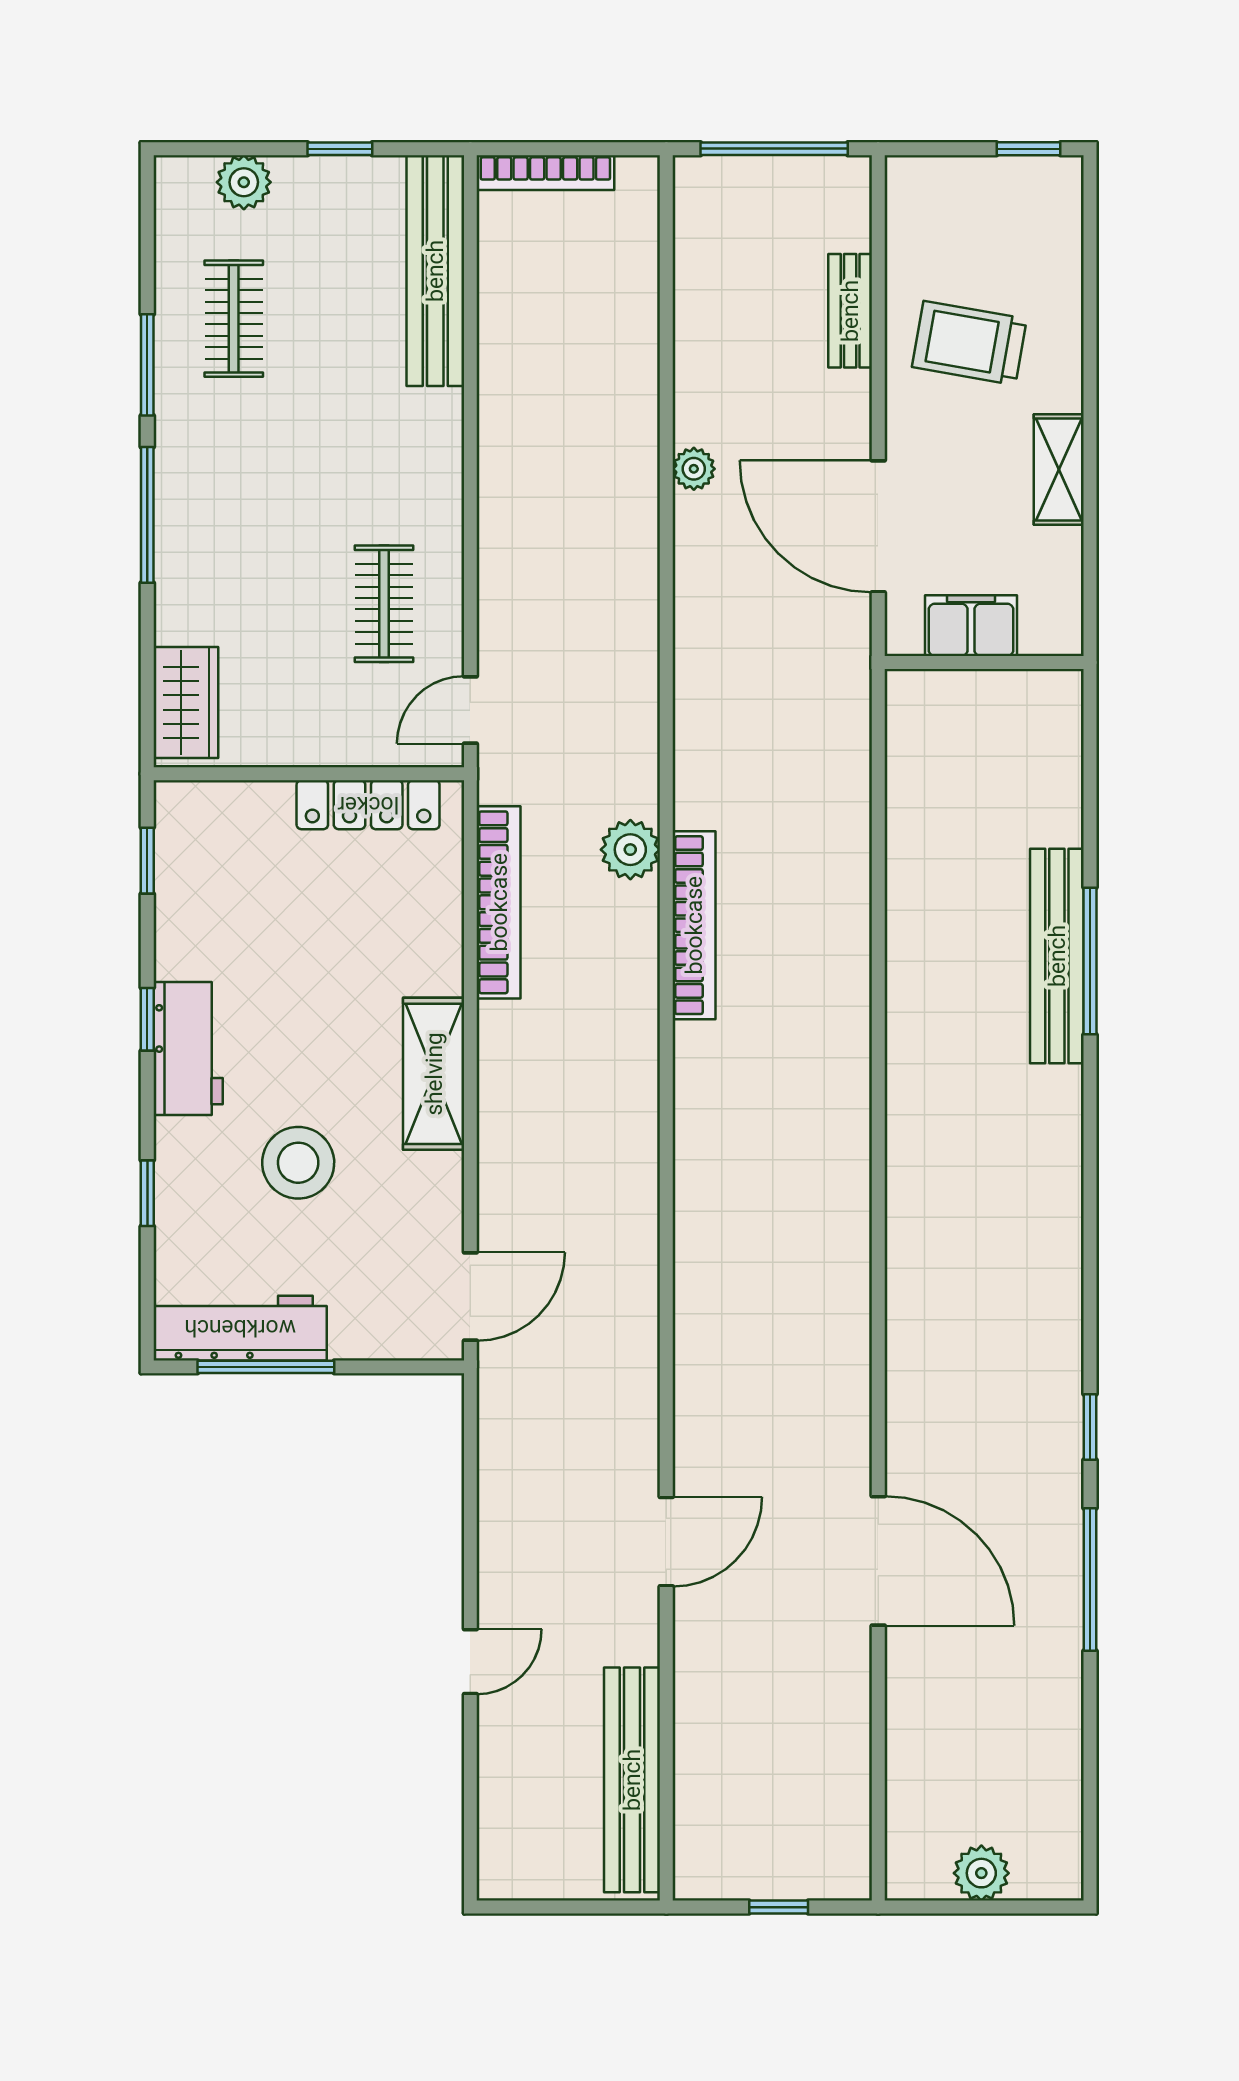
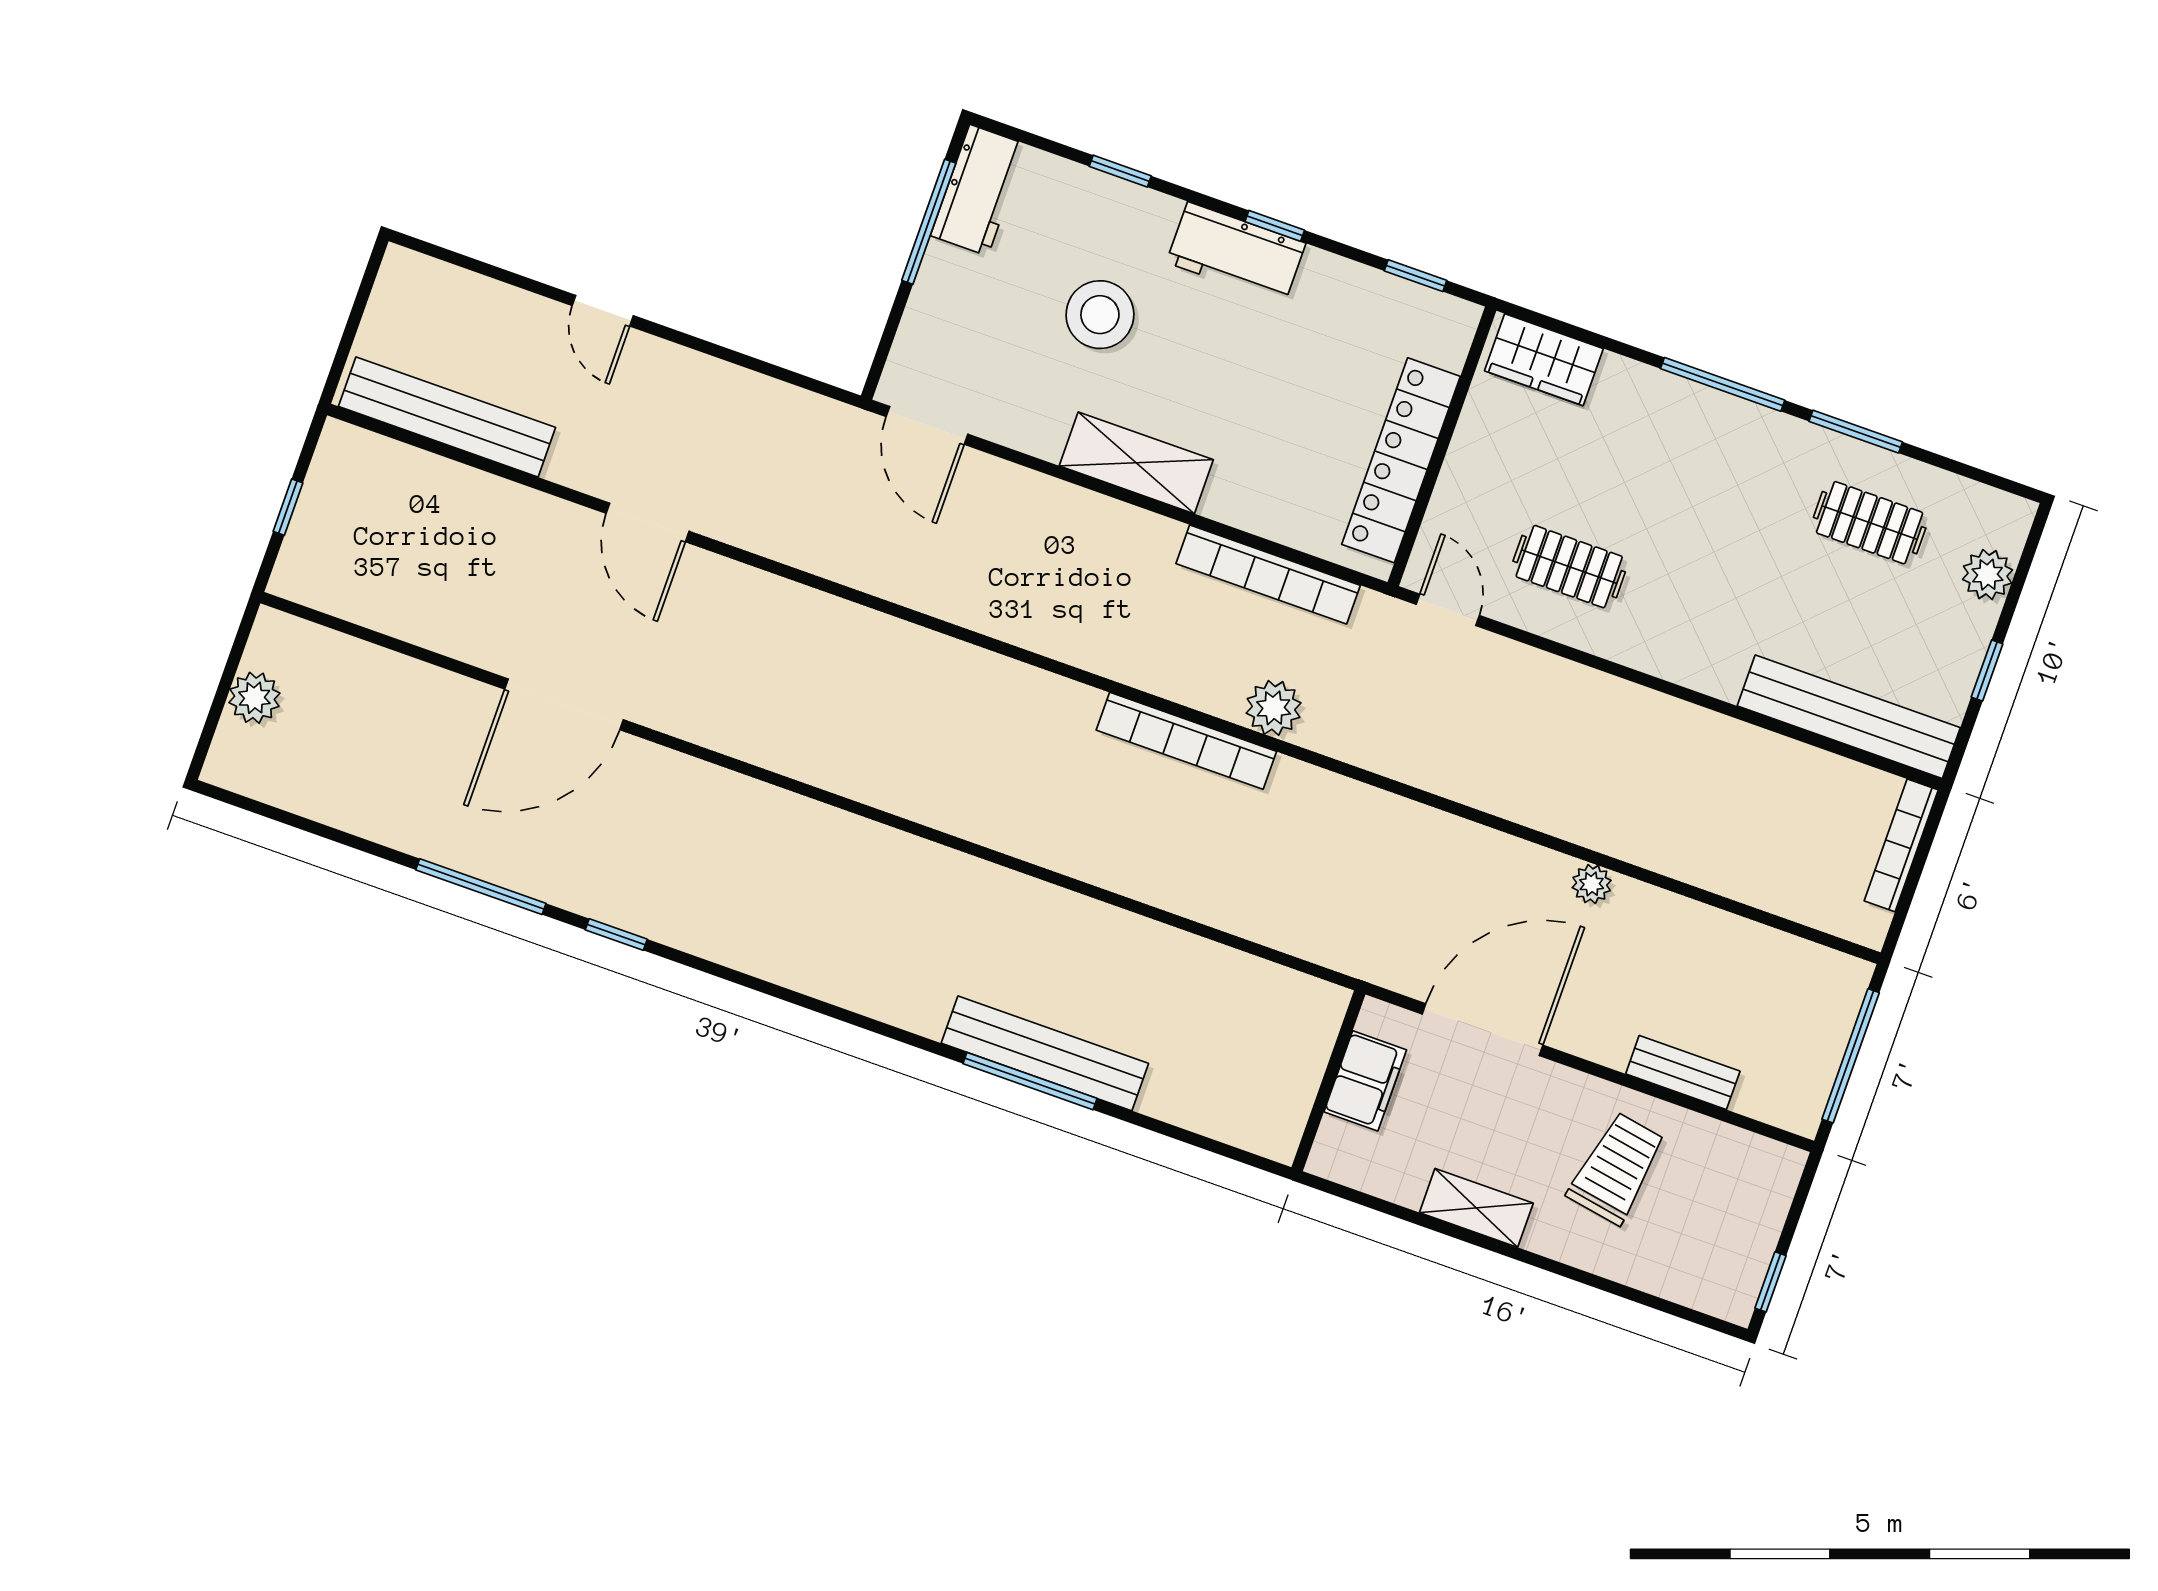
locker: (368, 805) -> (1401, 460), width x1.41, depth x1.21
workbench: (240, 1328) -> (979, 190), width x0.73

